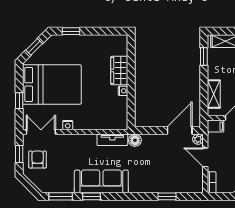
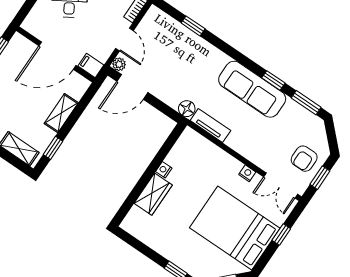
shelving: (214, 94) -> (61, 113), moved

